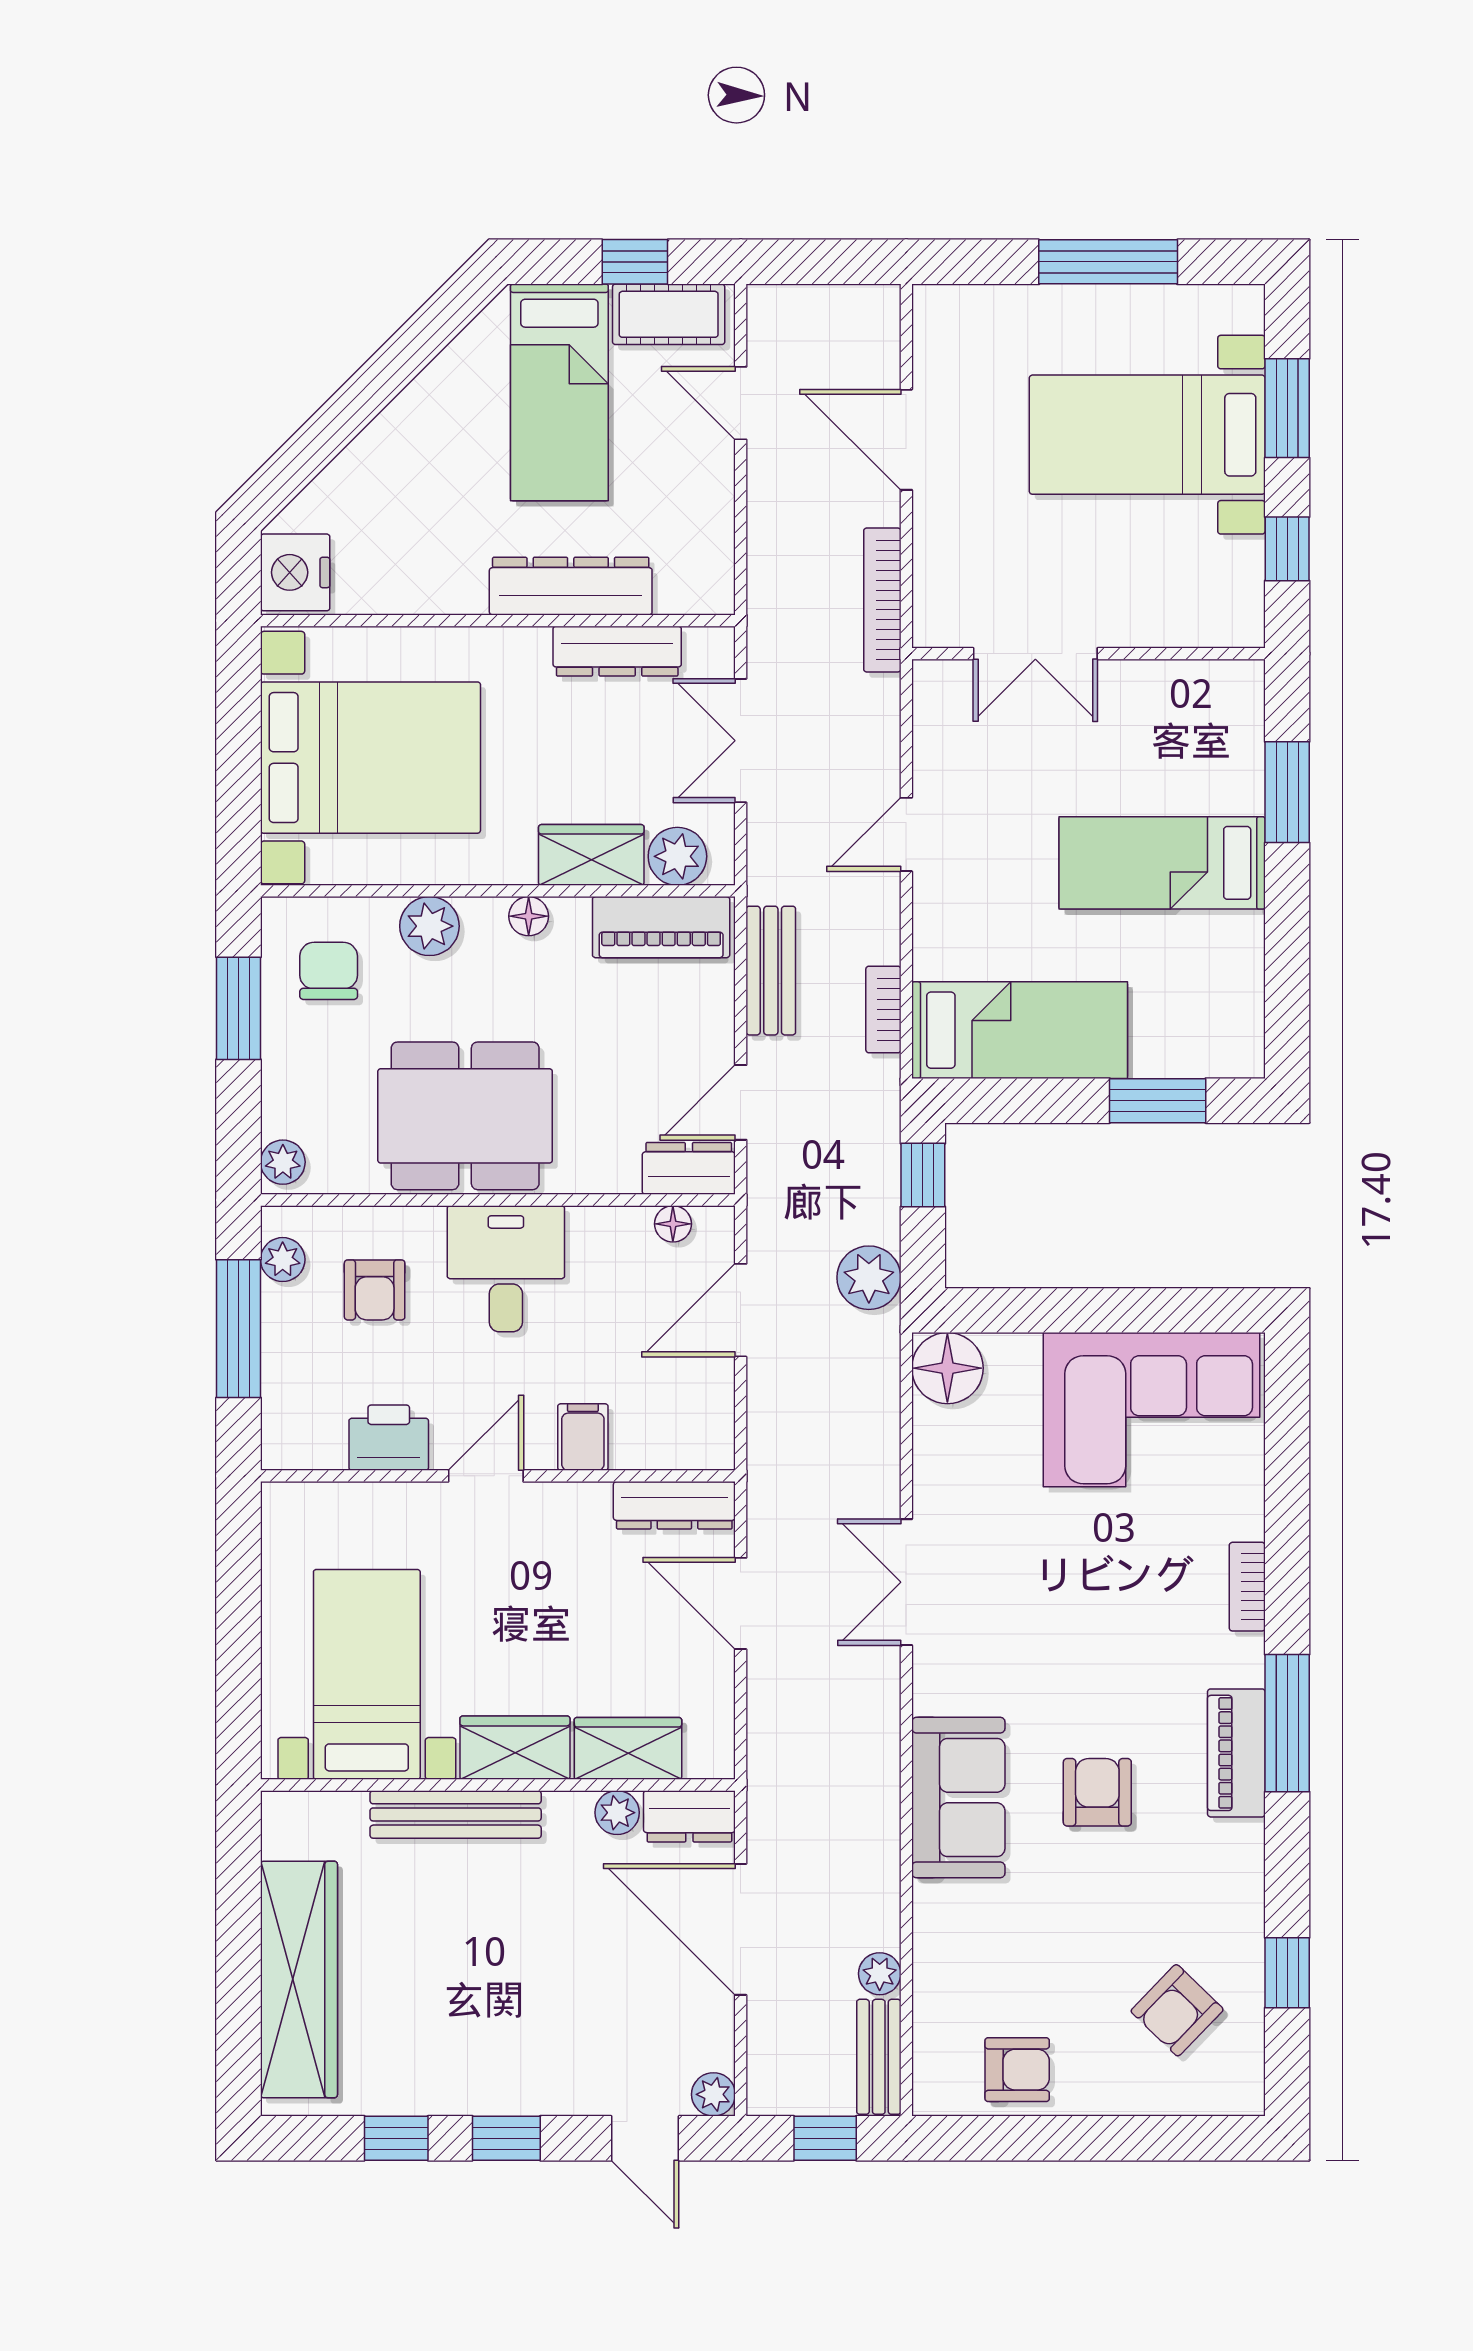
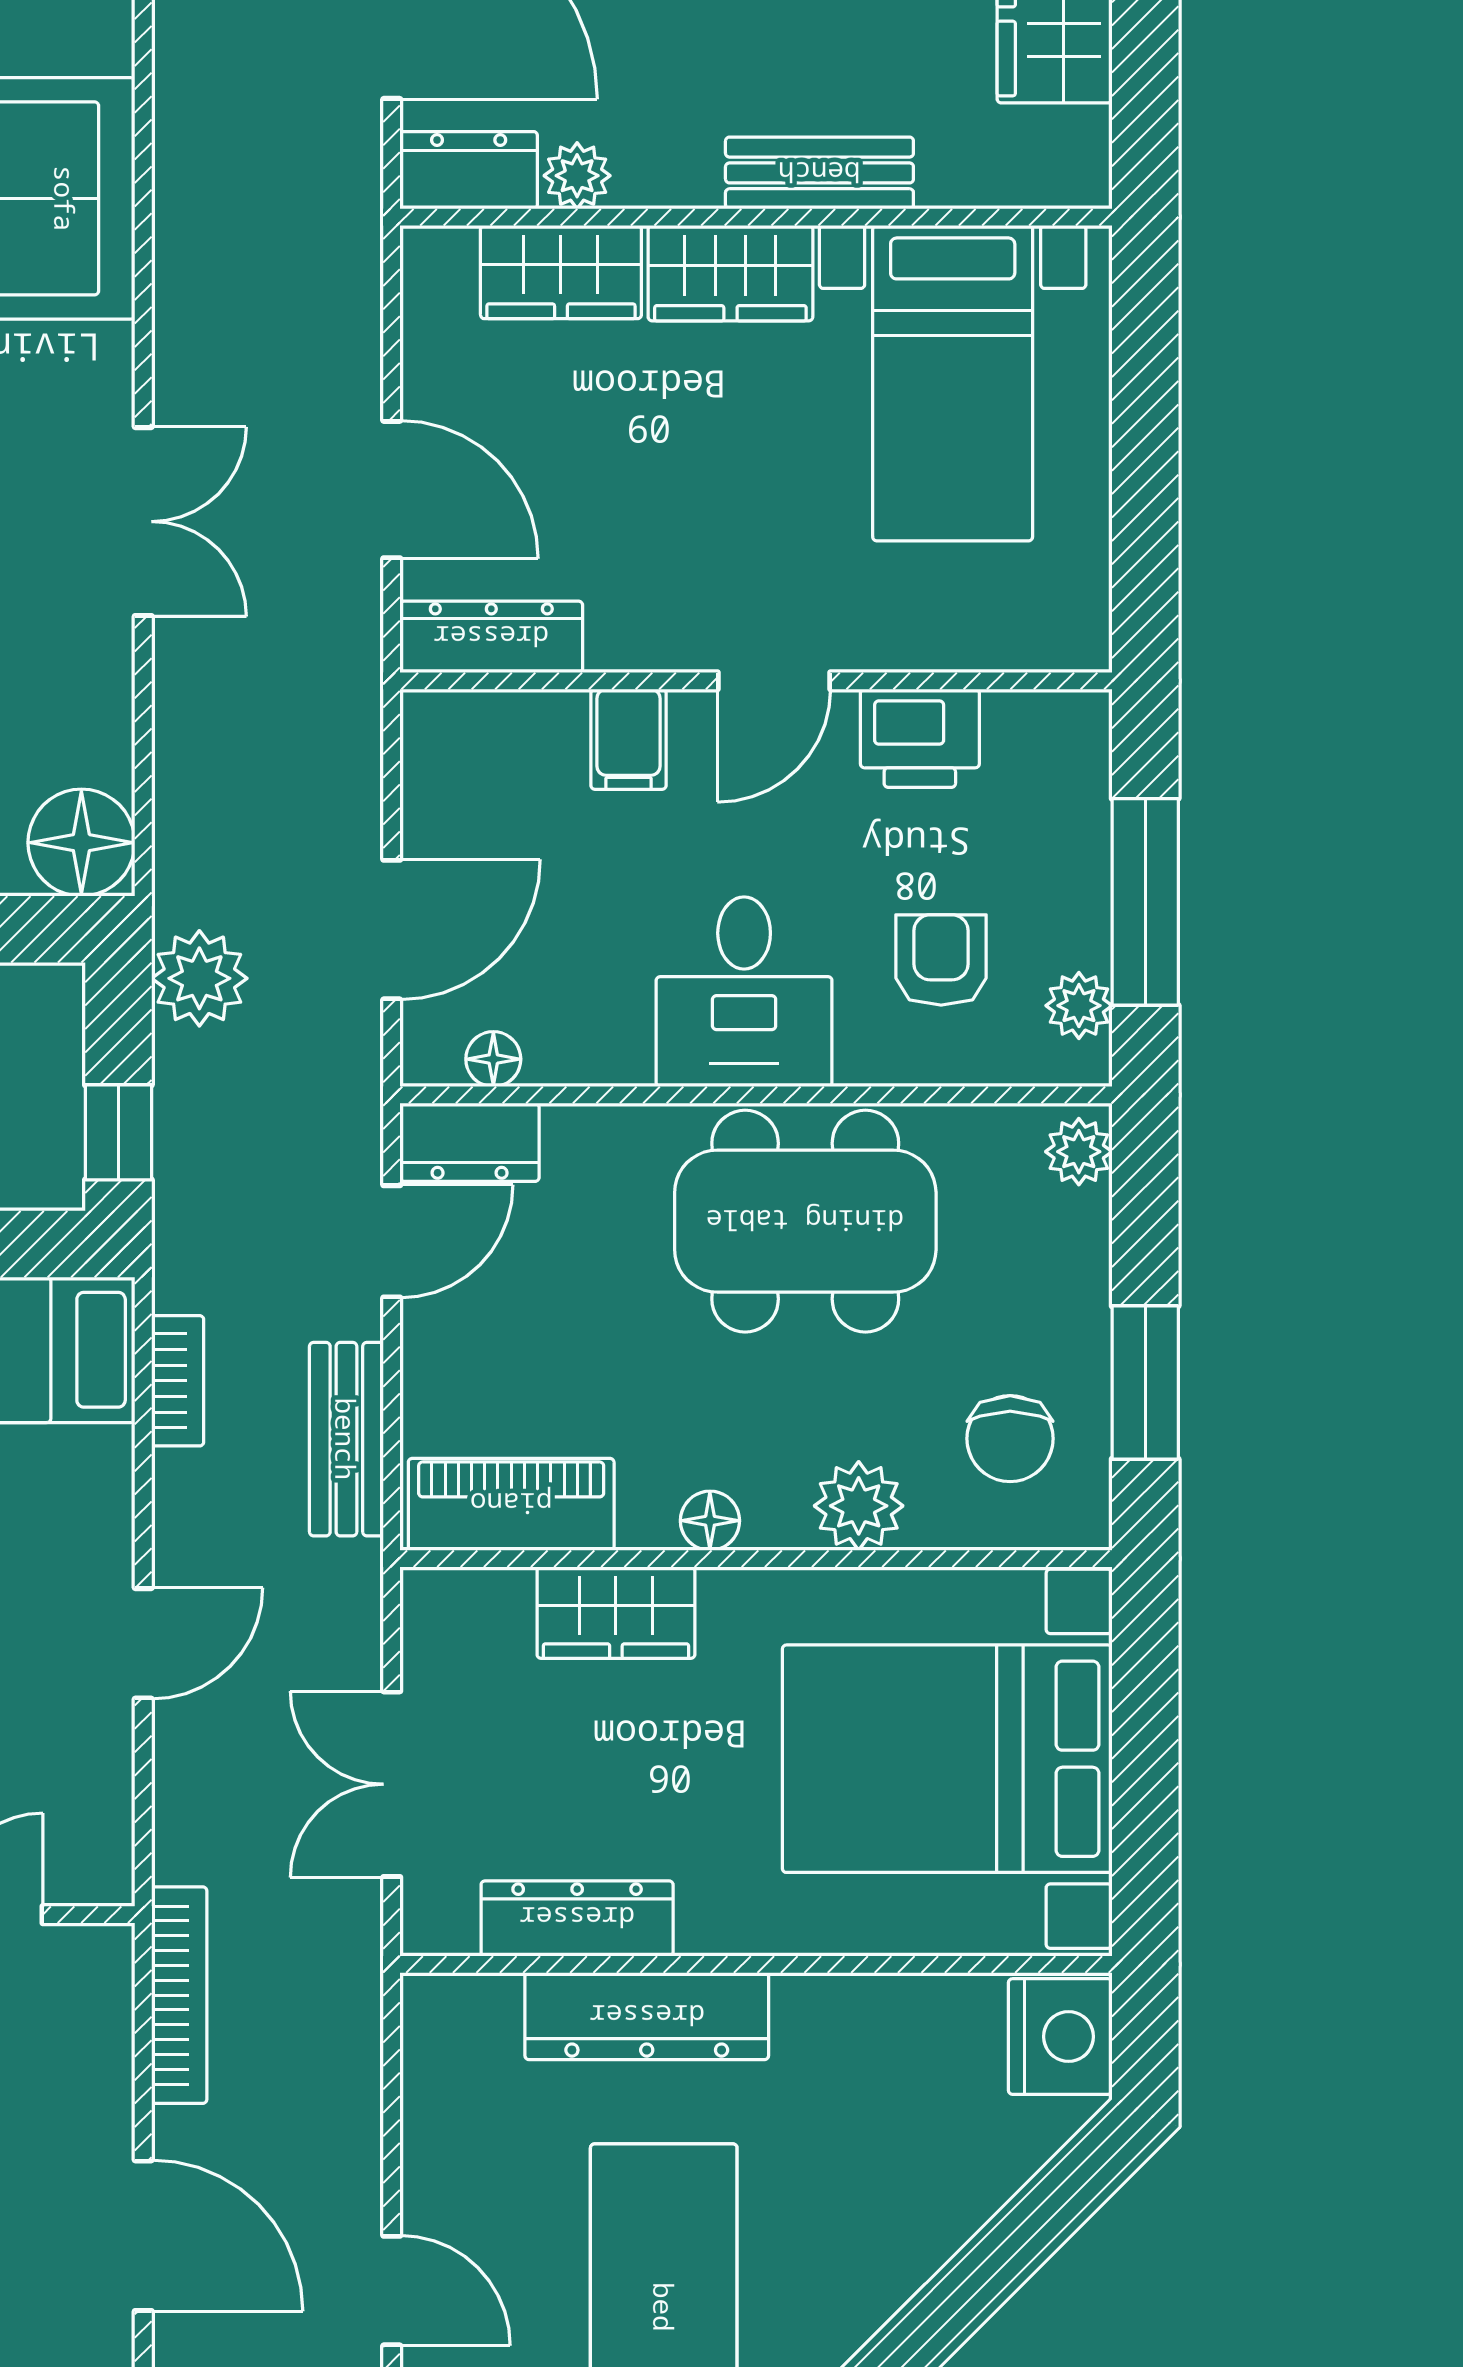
double door: (741, 741) -> (392, 1784), swing flipped
plant: (677, 856) -> (487, 1611), removed
bench: (456, 1814) -> (819, 173), width x0.73

